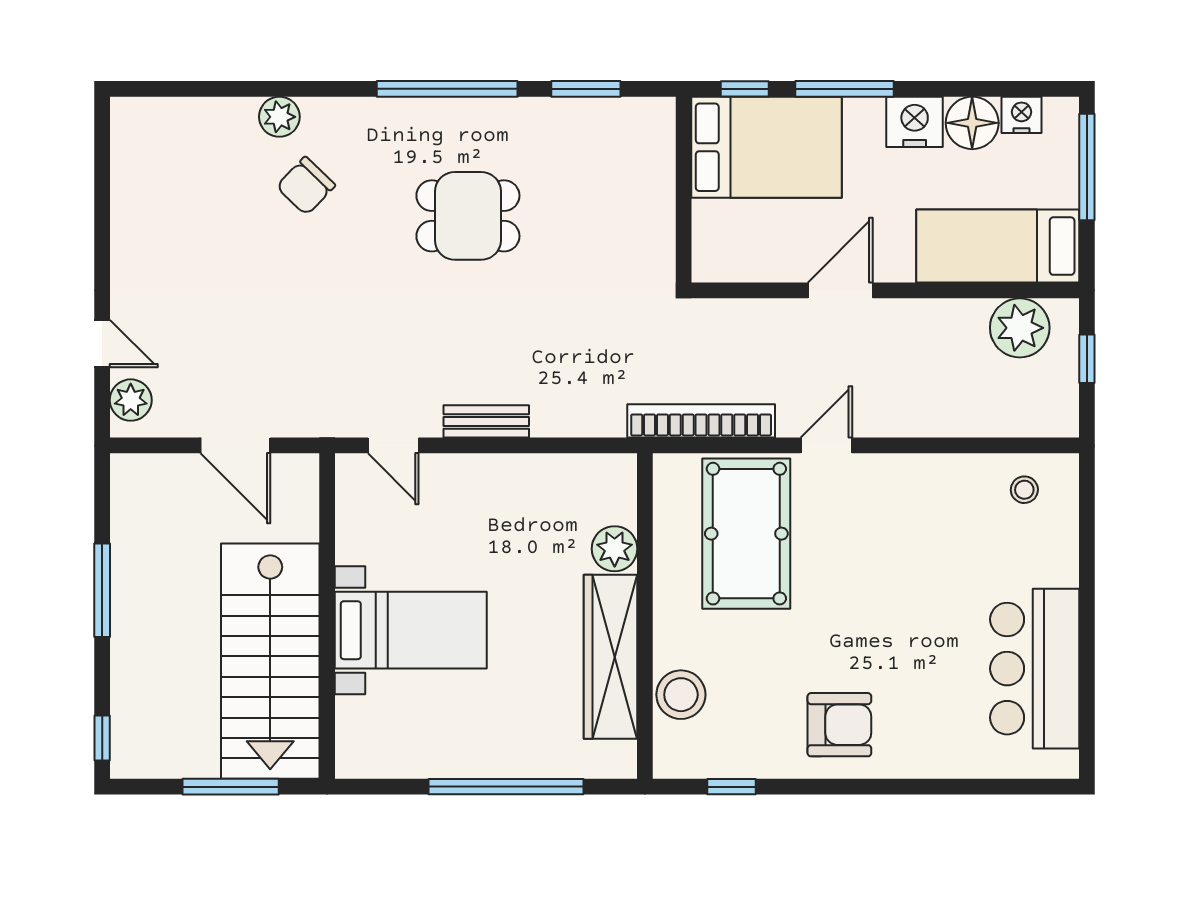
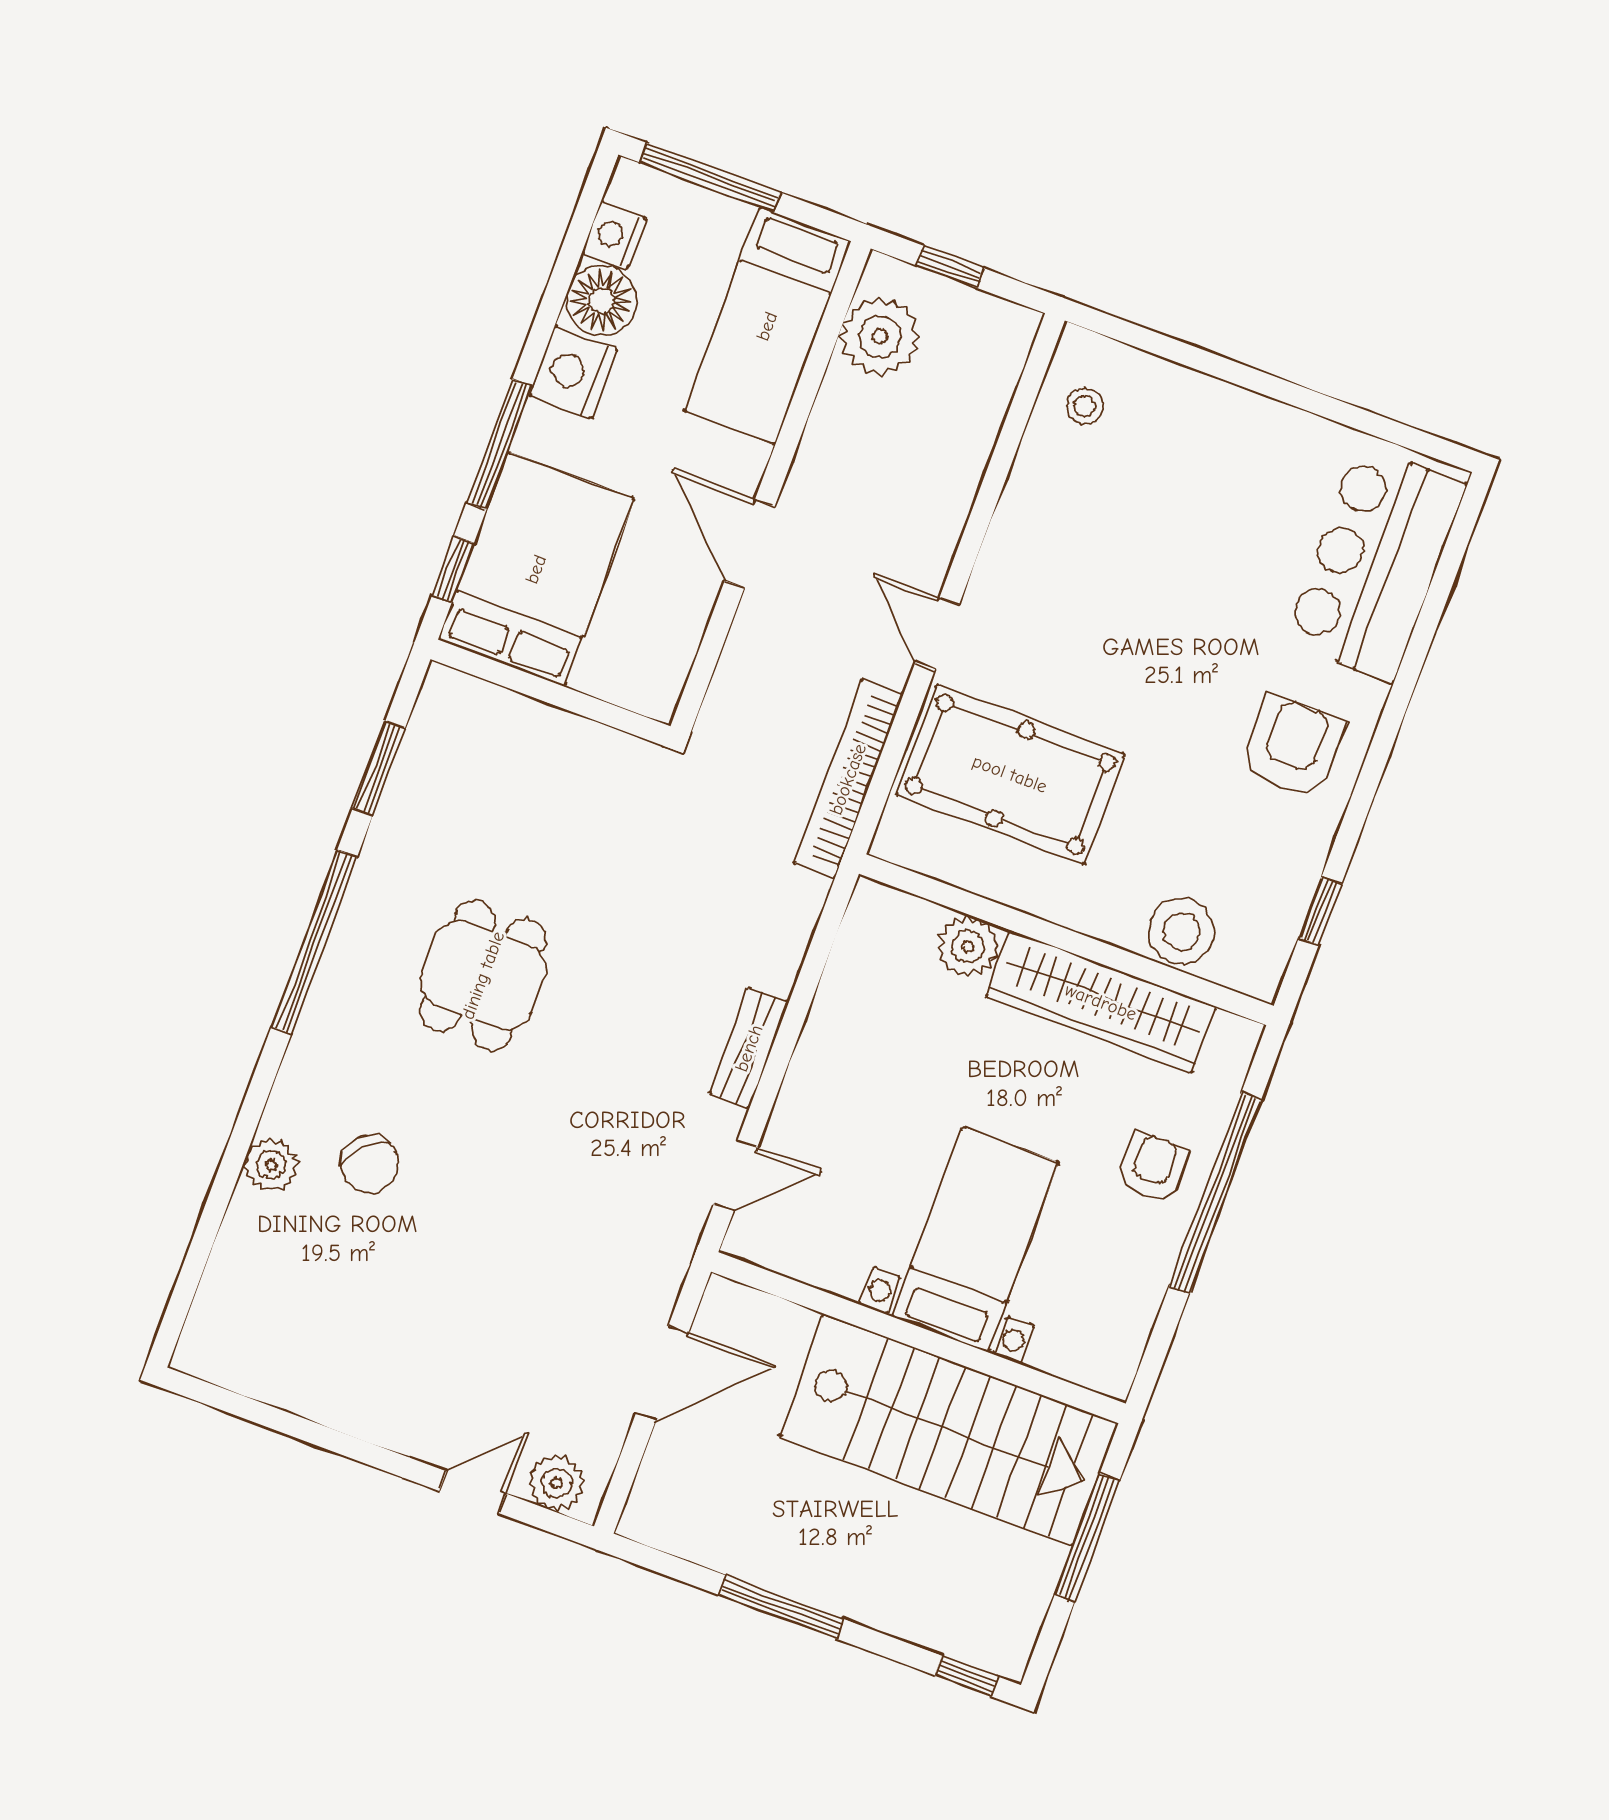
bar counter: (1035, 669) -> (1375, 563), moved, turned 90
armchair: (507, 736) -> (1153, 1168), added

